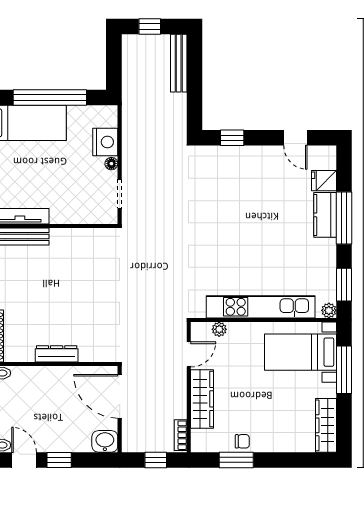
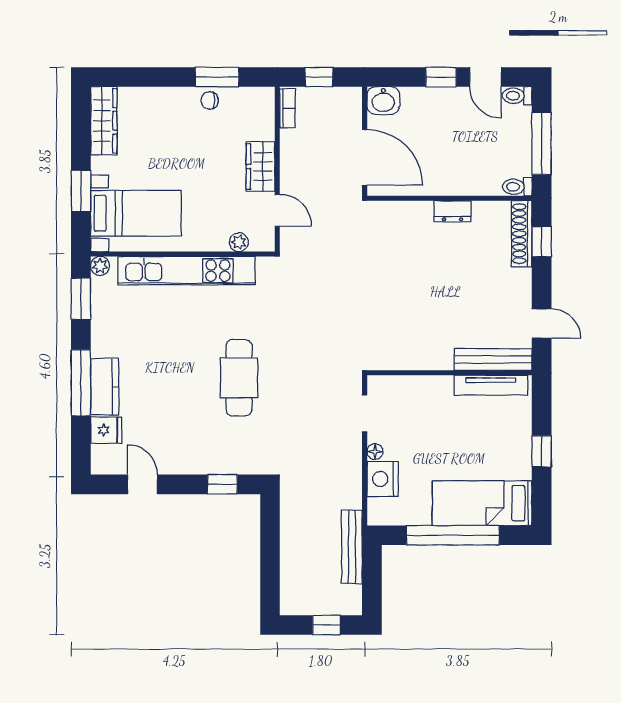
bench: (179, 63) -> (352, 547), moved
cafe table: (219, 222) -> (239, 378), added
dresser: (57, 354) -> (452, 211), width x0.70
door: (189, 354) -> (277, 210), swing flipped
window: (344, 370) -> (81, 191), width x0.69
wardrobe: (202, 399) -> (260, 166), width x0.67

